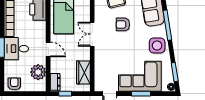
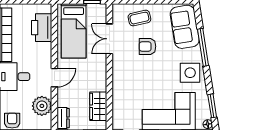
double door: (92, 34) -> (109, 39), moved
door: (48, 49) -> (54, 78), hinge flipped

